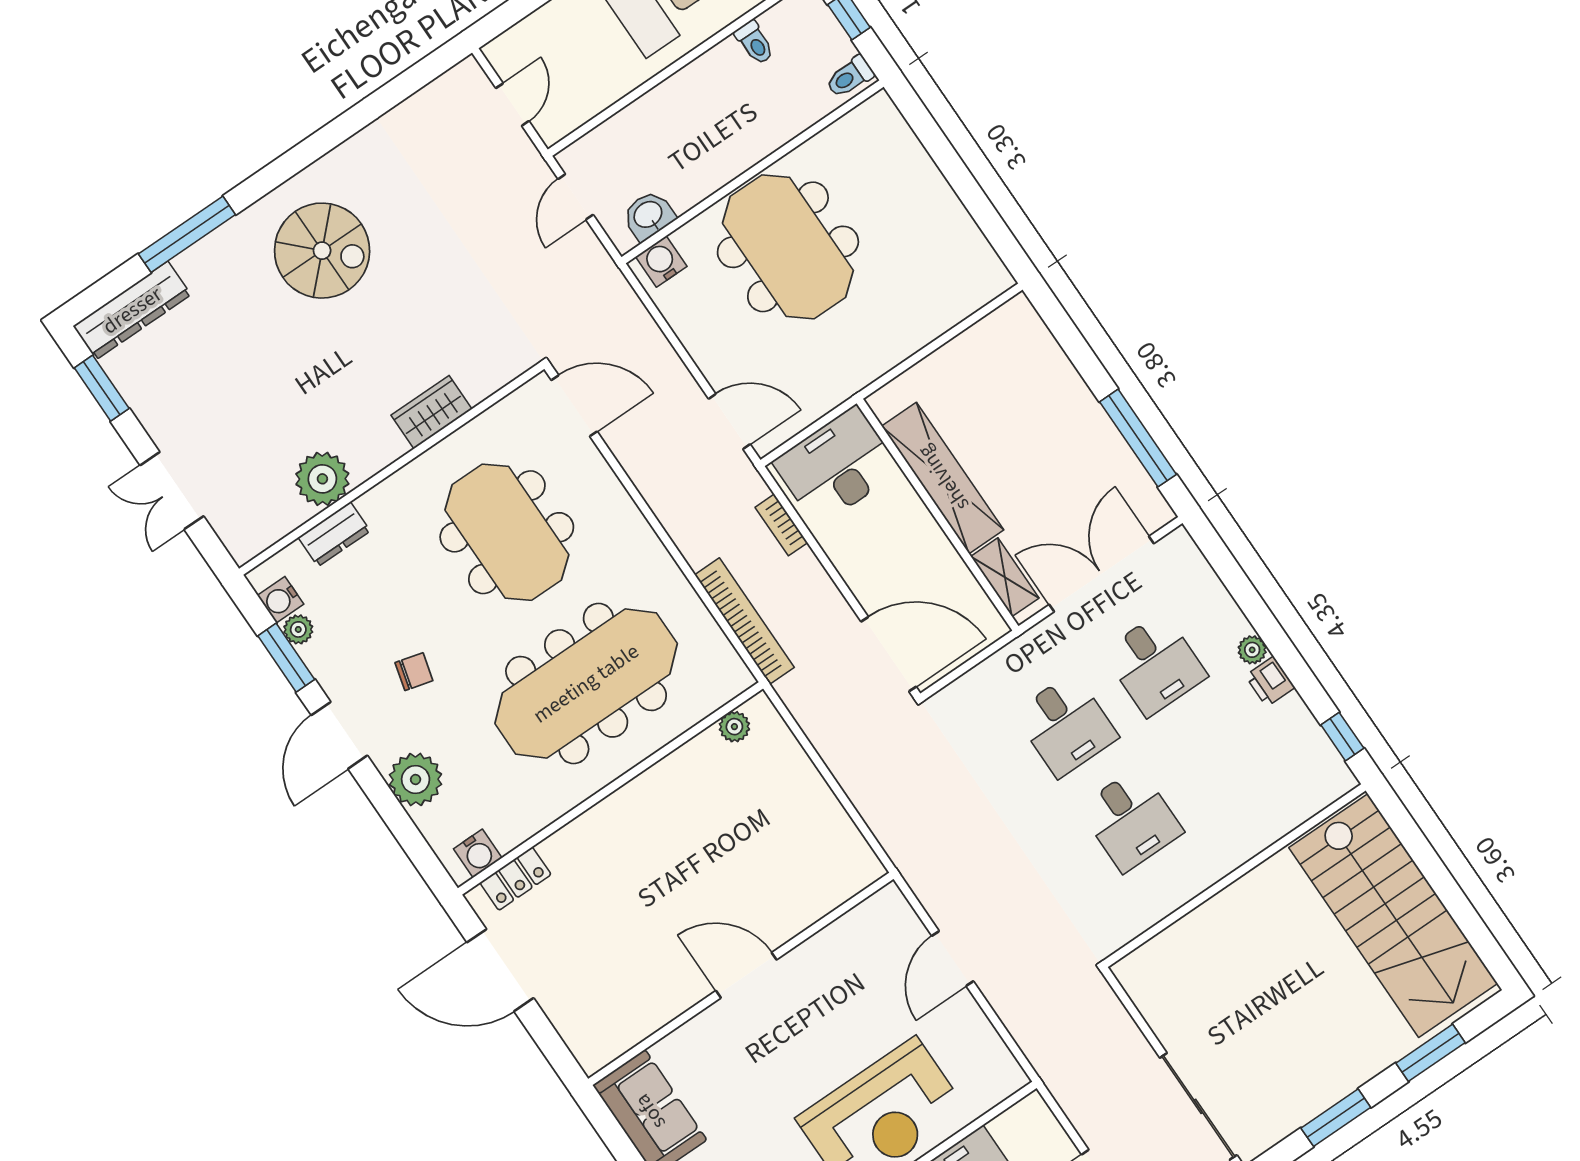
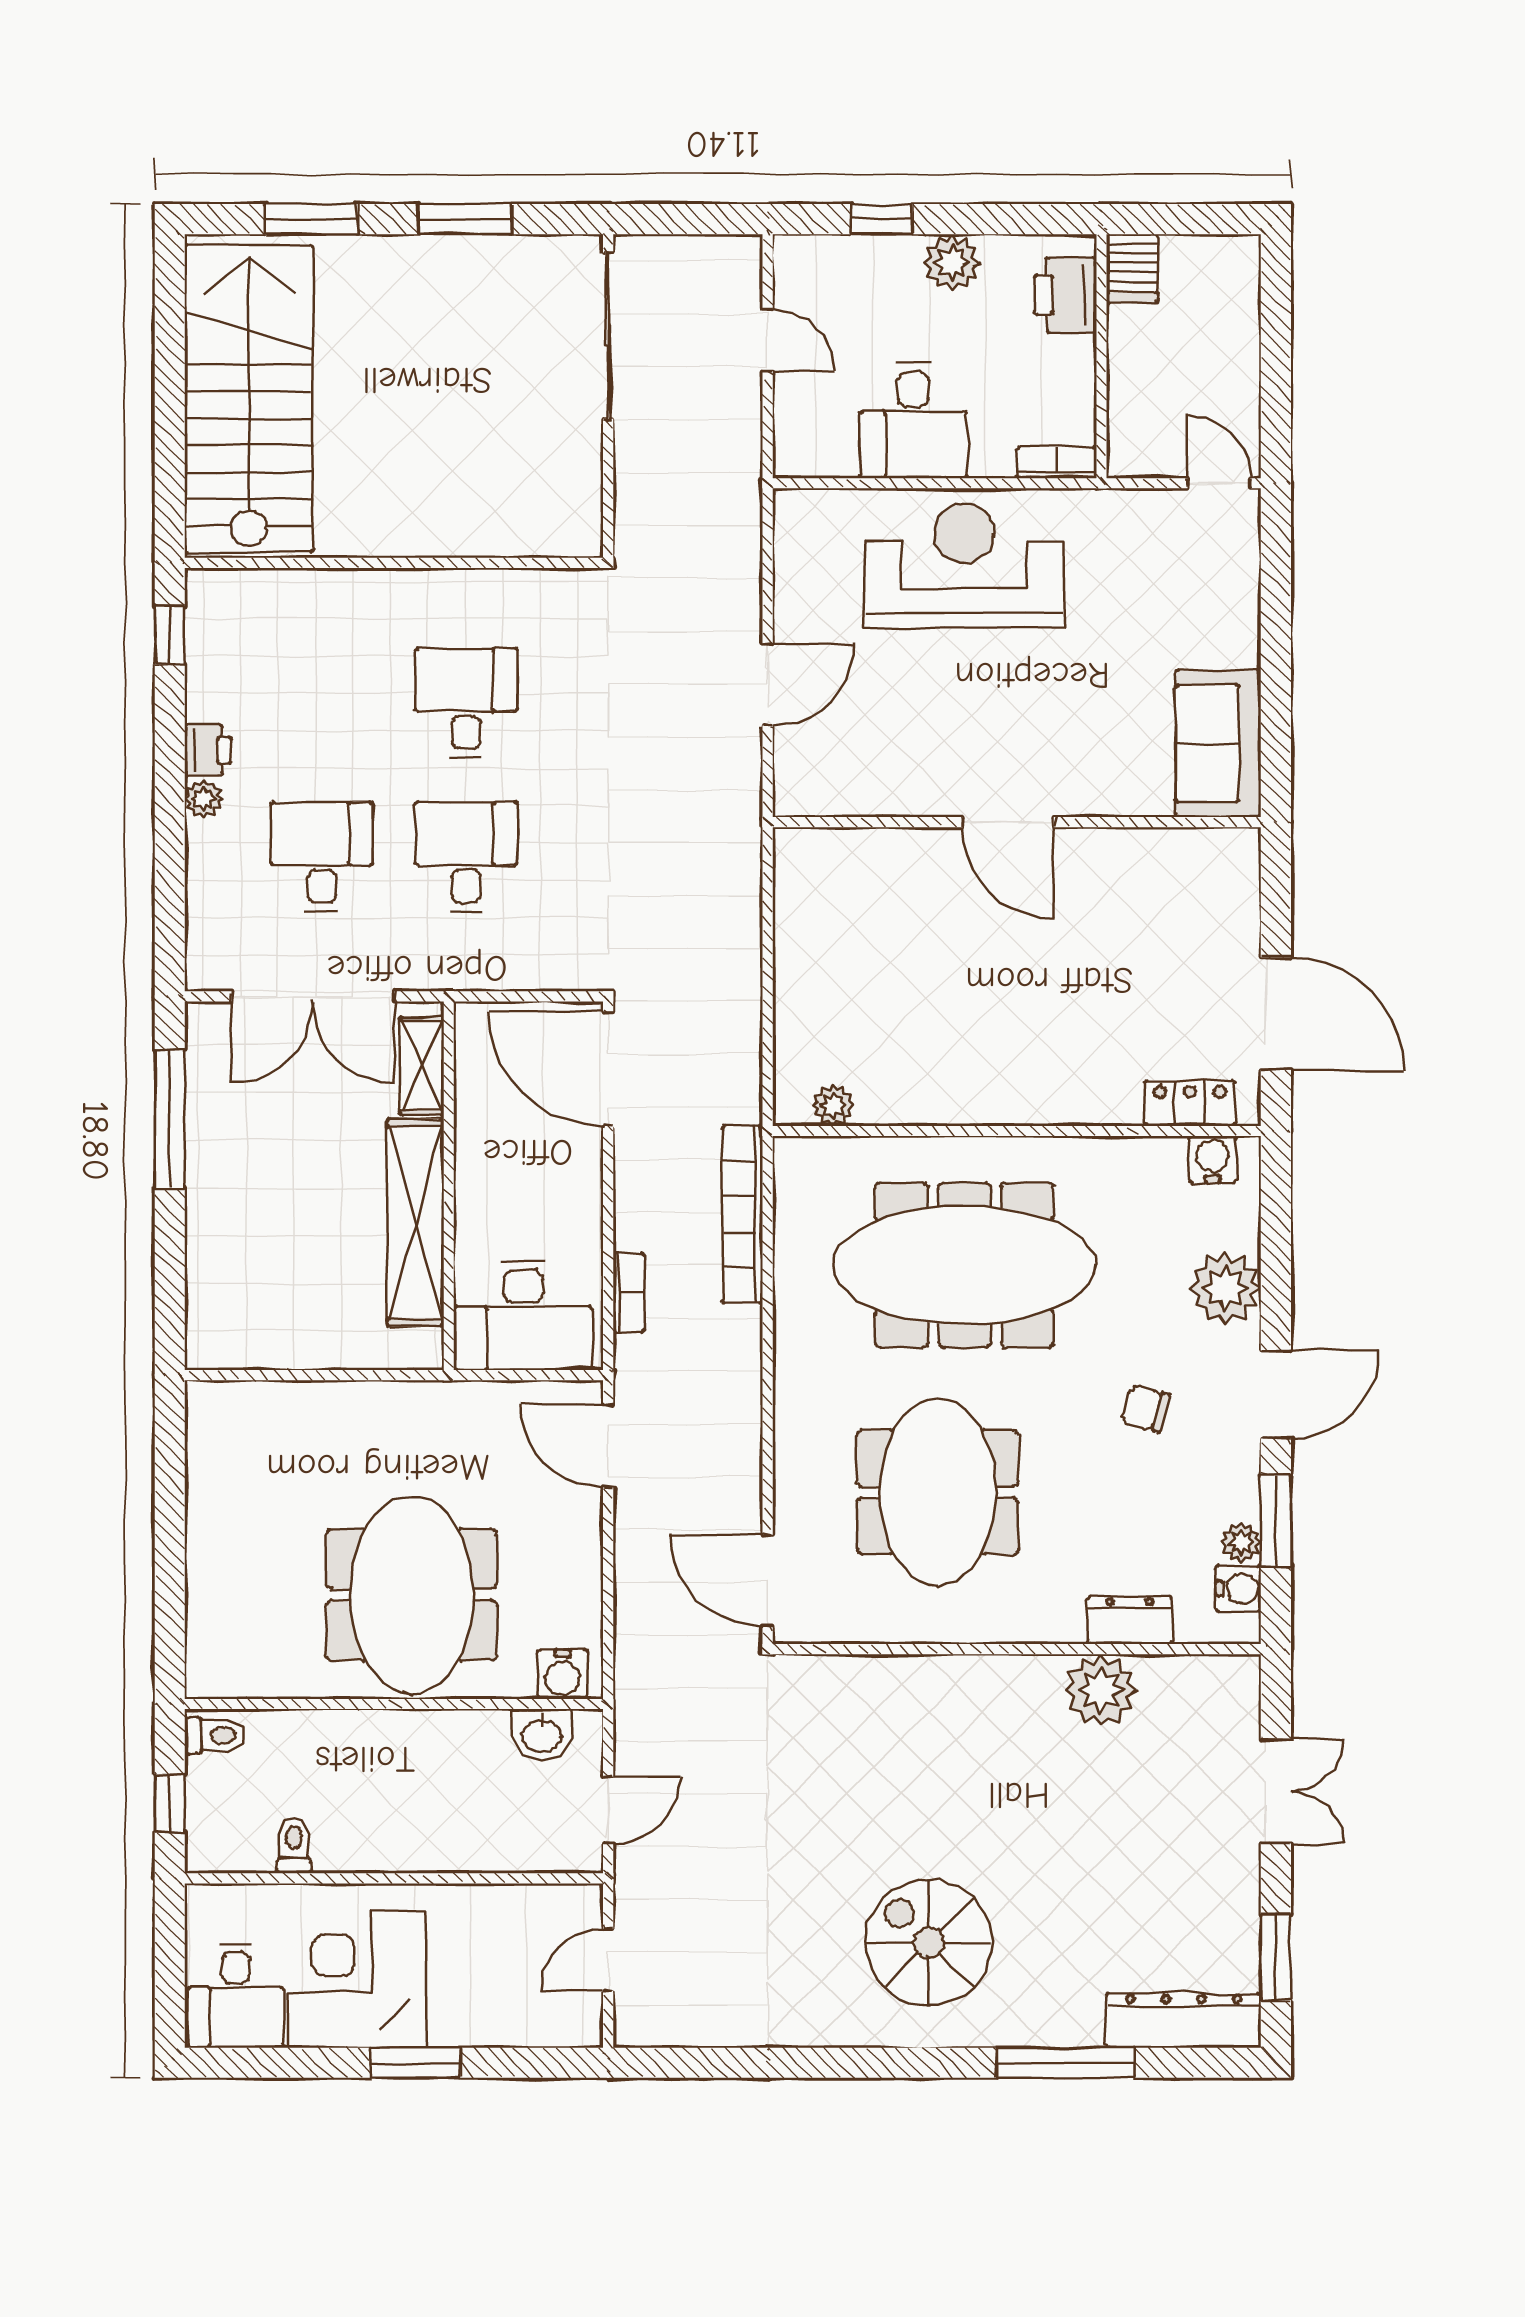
wardrobe: (432, 412) -> (930, 1682), removed

